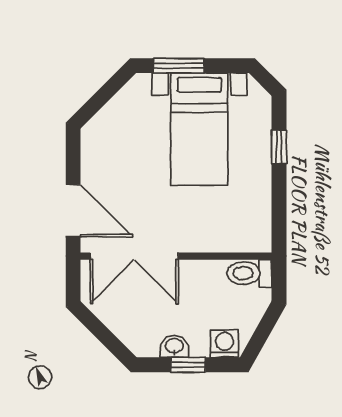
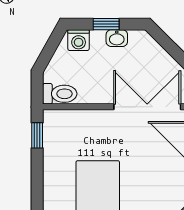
window: (279, 147) -> (37, 135), moved

